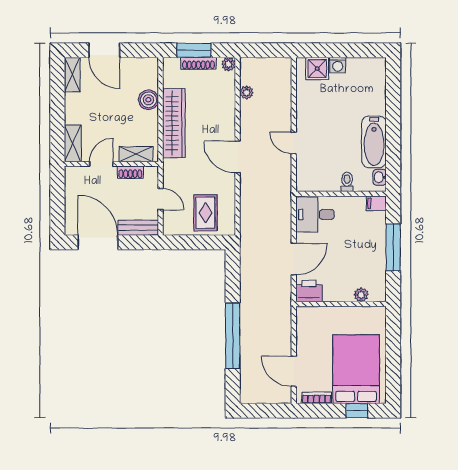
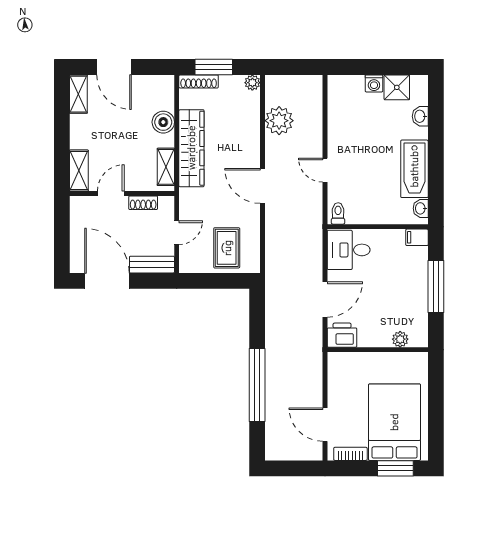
shoe rack: (198, 63) -> (199, 81), moved
shower: (317, 69) -> (397, 87), moved
plant: (247, 92) -> (279, 121), width x1.87, depth x1.87
washbasin: (379, 95) -> (420, 116), added
shelving: (136, 154) -> (166, 167), moved, turned 90
toilet: (347, 182) -> (338, 213), moved
door: (160, 199) -> (177, 233), hinge flipped
window: (357, 411) -> (395, 468), width x1.50

